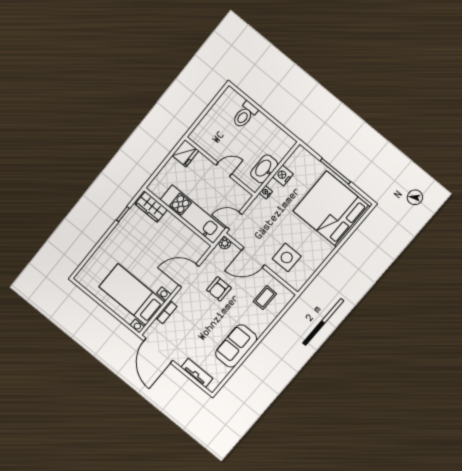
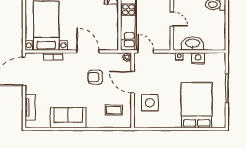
bed: (332, 209) -> (197, 105), width x0.73

